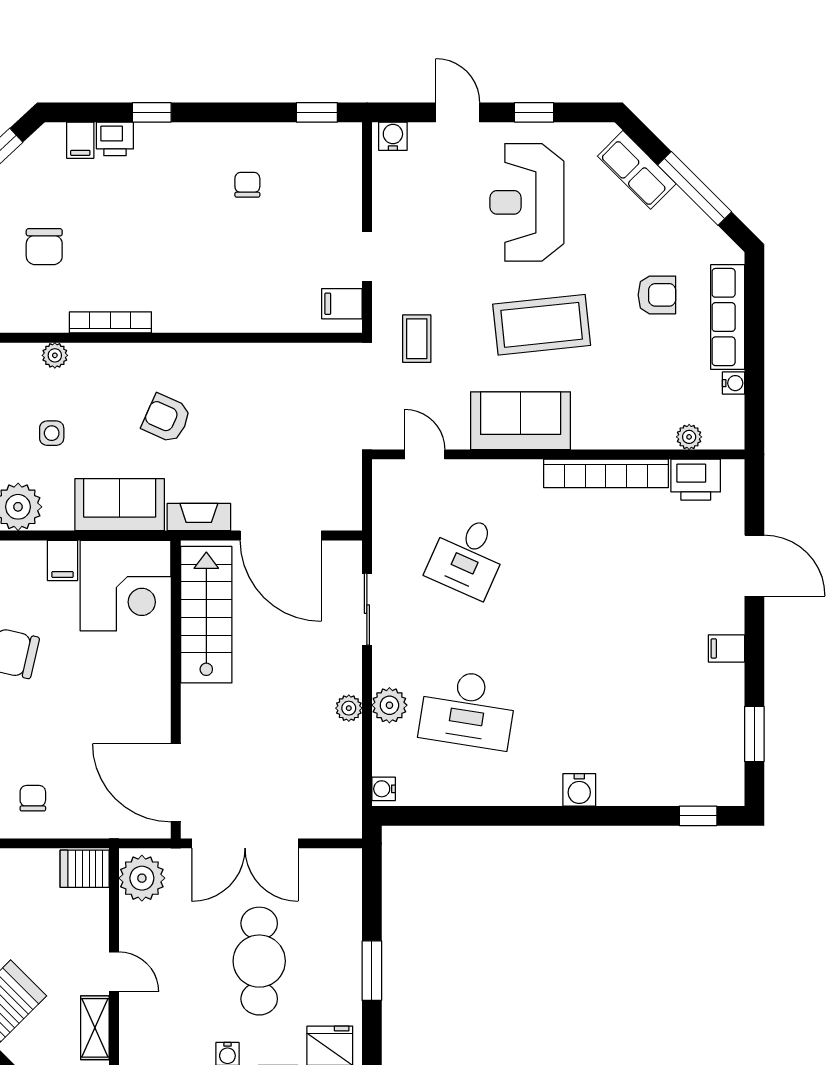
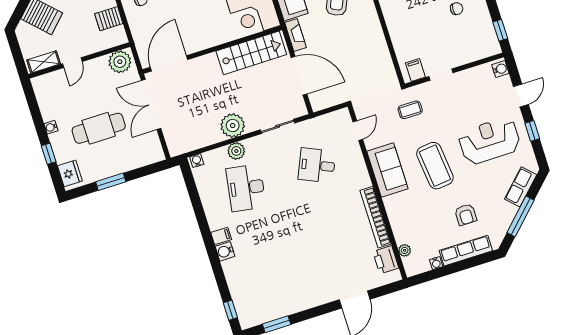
door: (281, 535) -> (299, 76), swing flipped
filing cabinet: (726, 648) -> (221, 236), moved, turned 90
plant: (349, 708) -> (233, 126), width x1.87, depth x1.87
server rack: (85, 869) -> (109, 19), moved, turned -90

